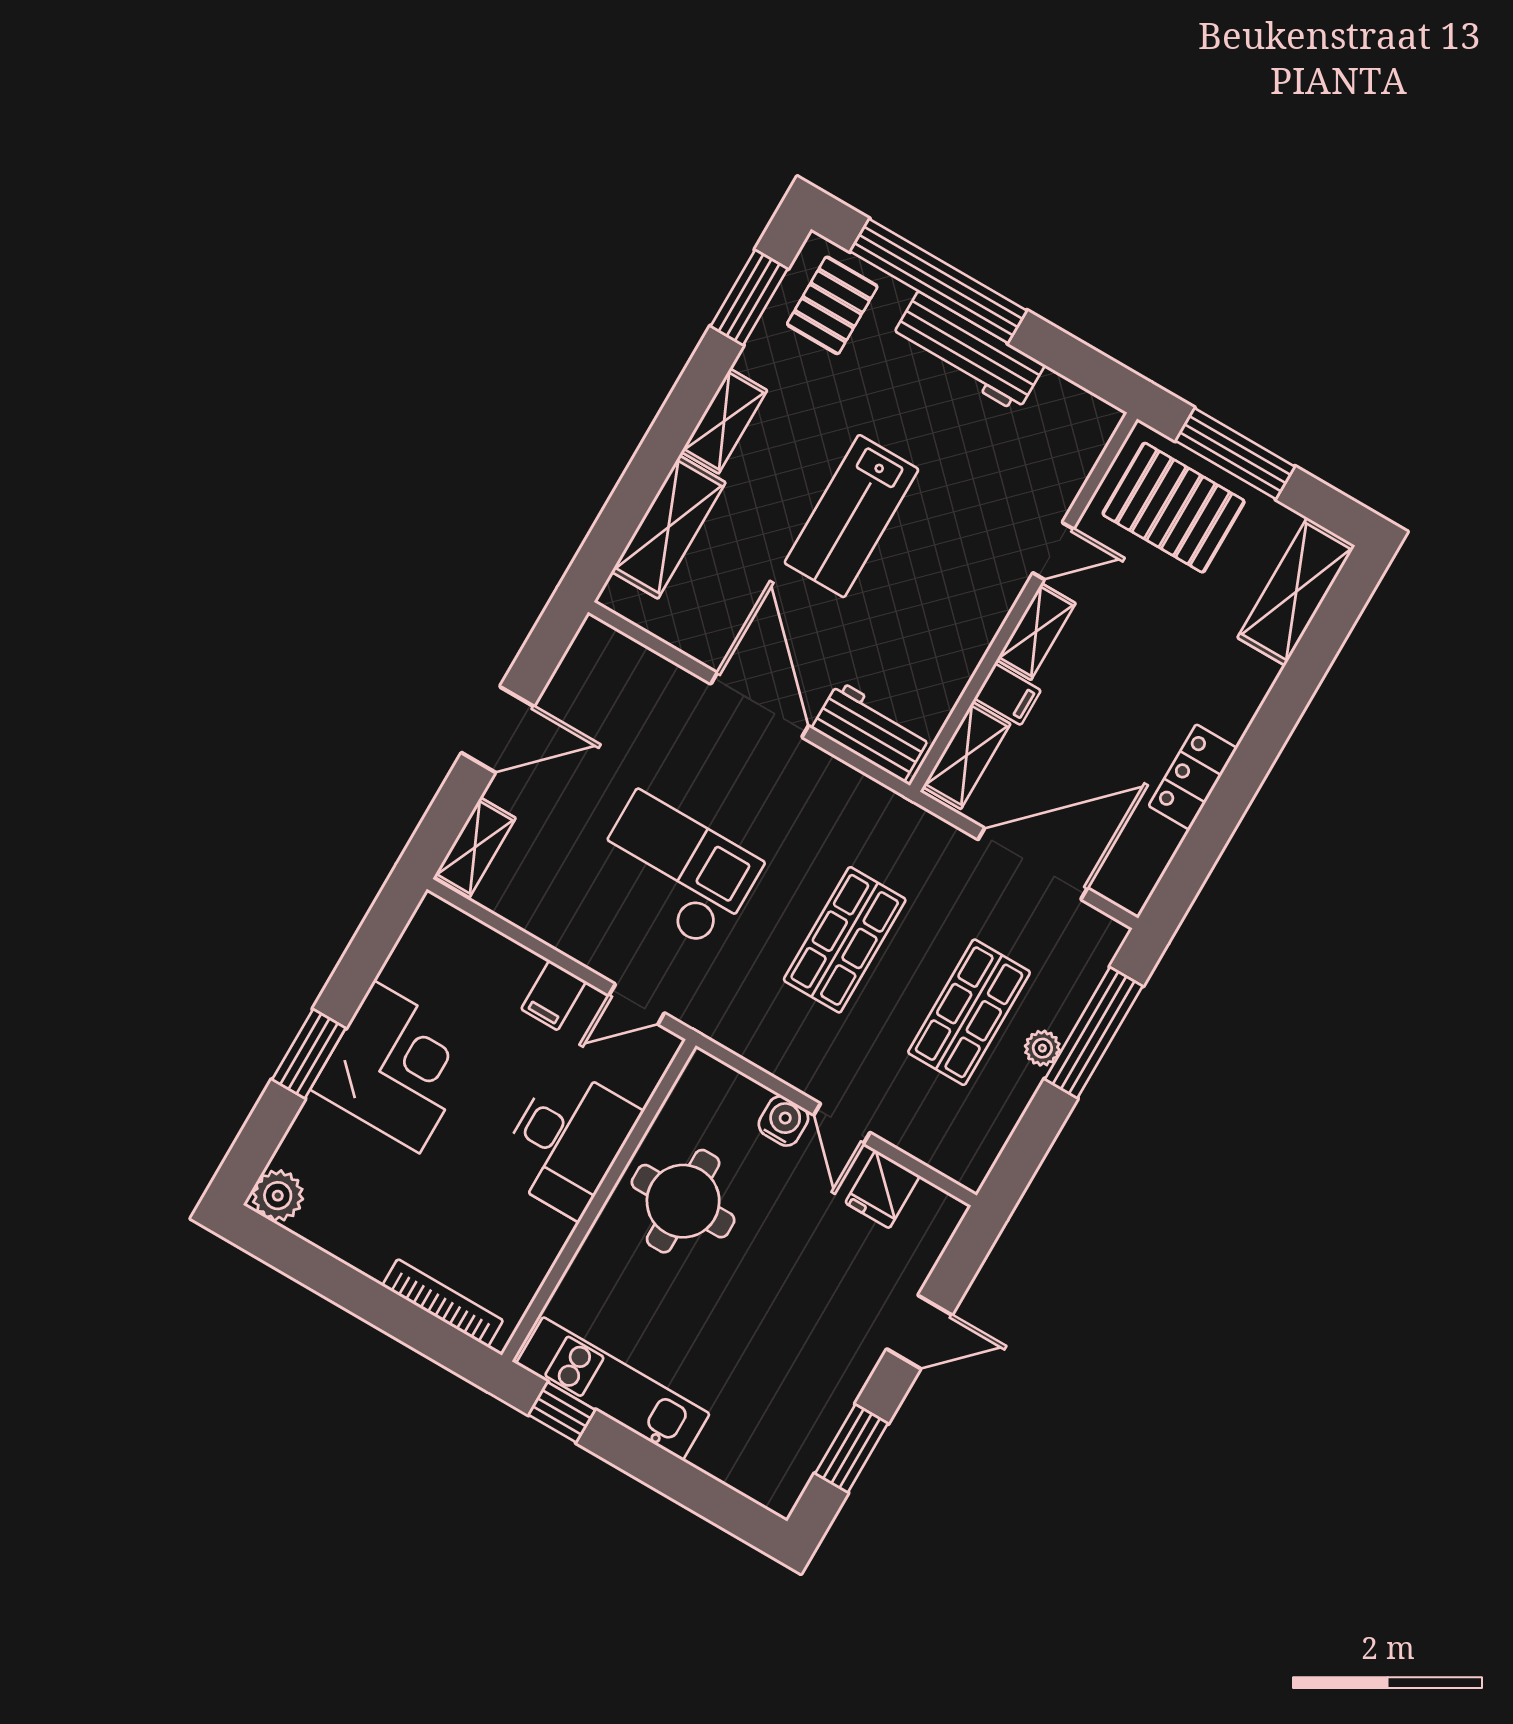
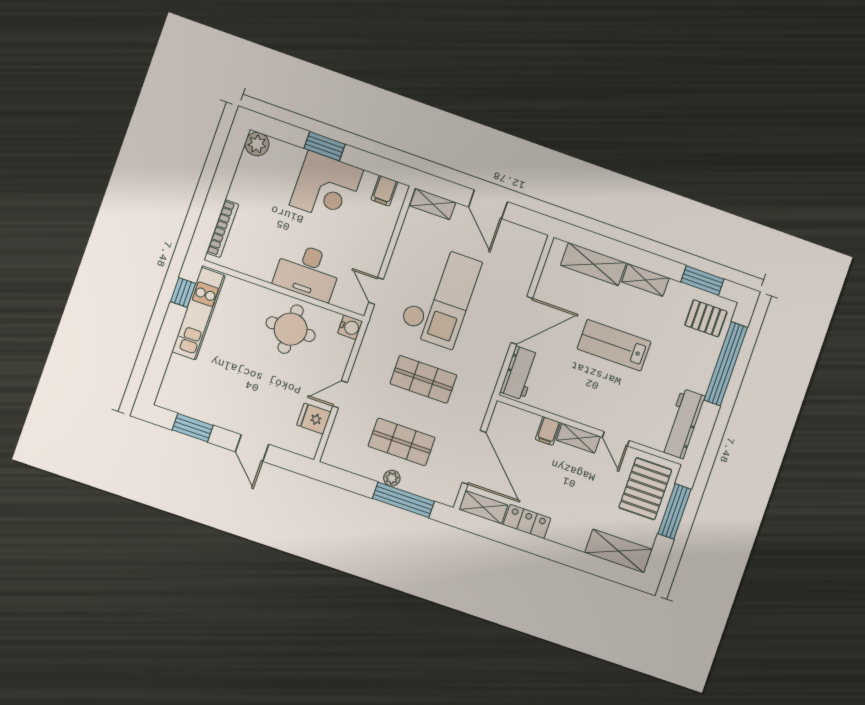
workbench: (968, 352) -> (683, 424), moved
shelving: (967, 755) -> (483, 507), moved
checkout: (675, 870) -> (440, 297), width x1.36, depth x1.21
filing cabinet: (553, 995) -> (384, 191), moved, turned -90
water cooler: (783, 1121) -> (350, 327), moved

